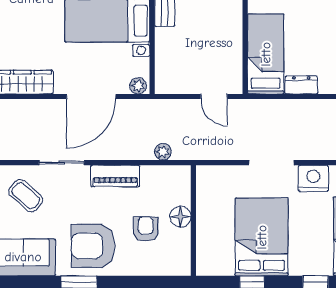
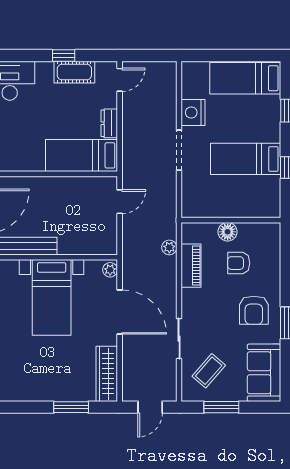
piano: (115, 176) -> (191, 266), moved
bed: (262, 237) -> (246, 159), width x0.67
armchair: (93, 246) -> (254, 310), width x0.73, depth x0.73

